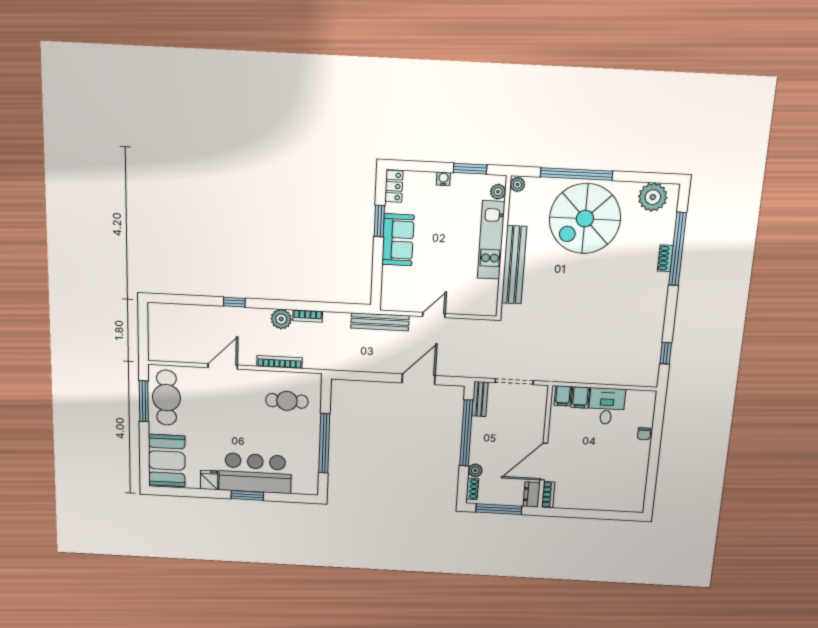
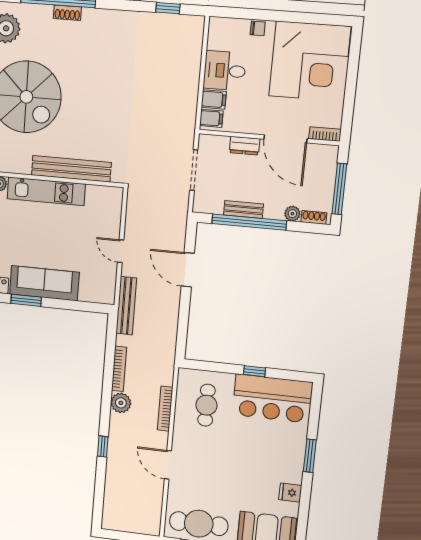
sofa: (398, 240) -> (44, 283), width x1.36
bookcase: (308, 316) -> (119, 369), width x1.56
bench: (480, 399) -> (243, 210), moved
window: (324, 443) -> (254, 371), width x0.32
bar counter: (255, 473) -> (272, 399), moved, turned -90
corner desk: (613, 479) -> (310, 61), added
dresser: (532, 494) -> (245, 146), moved

